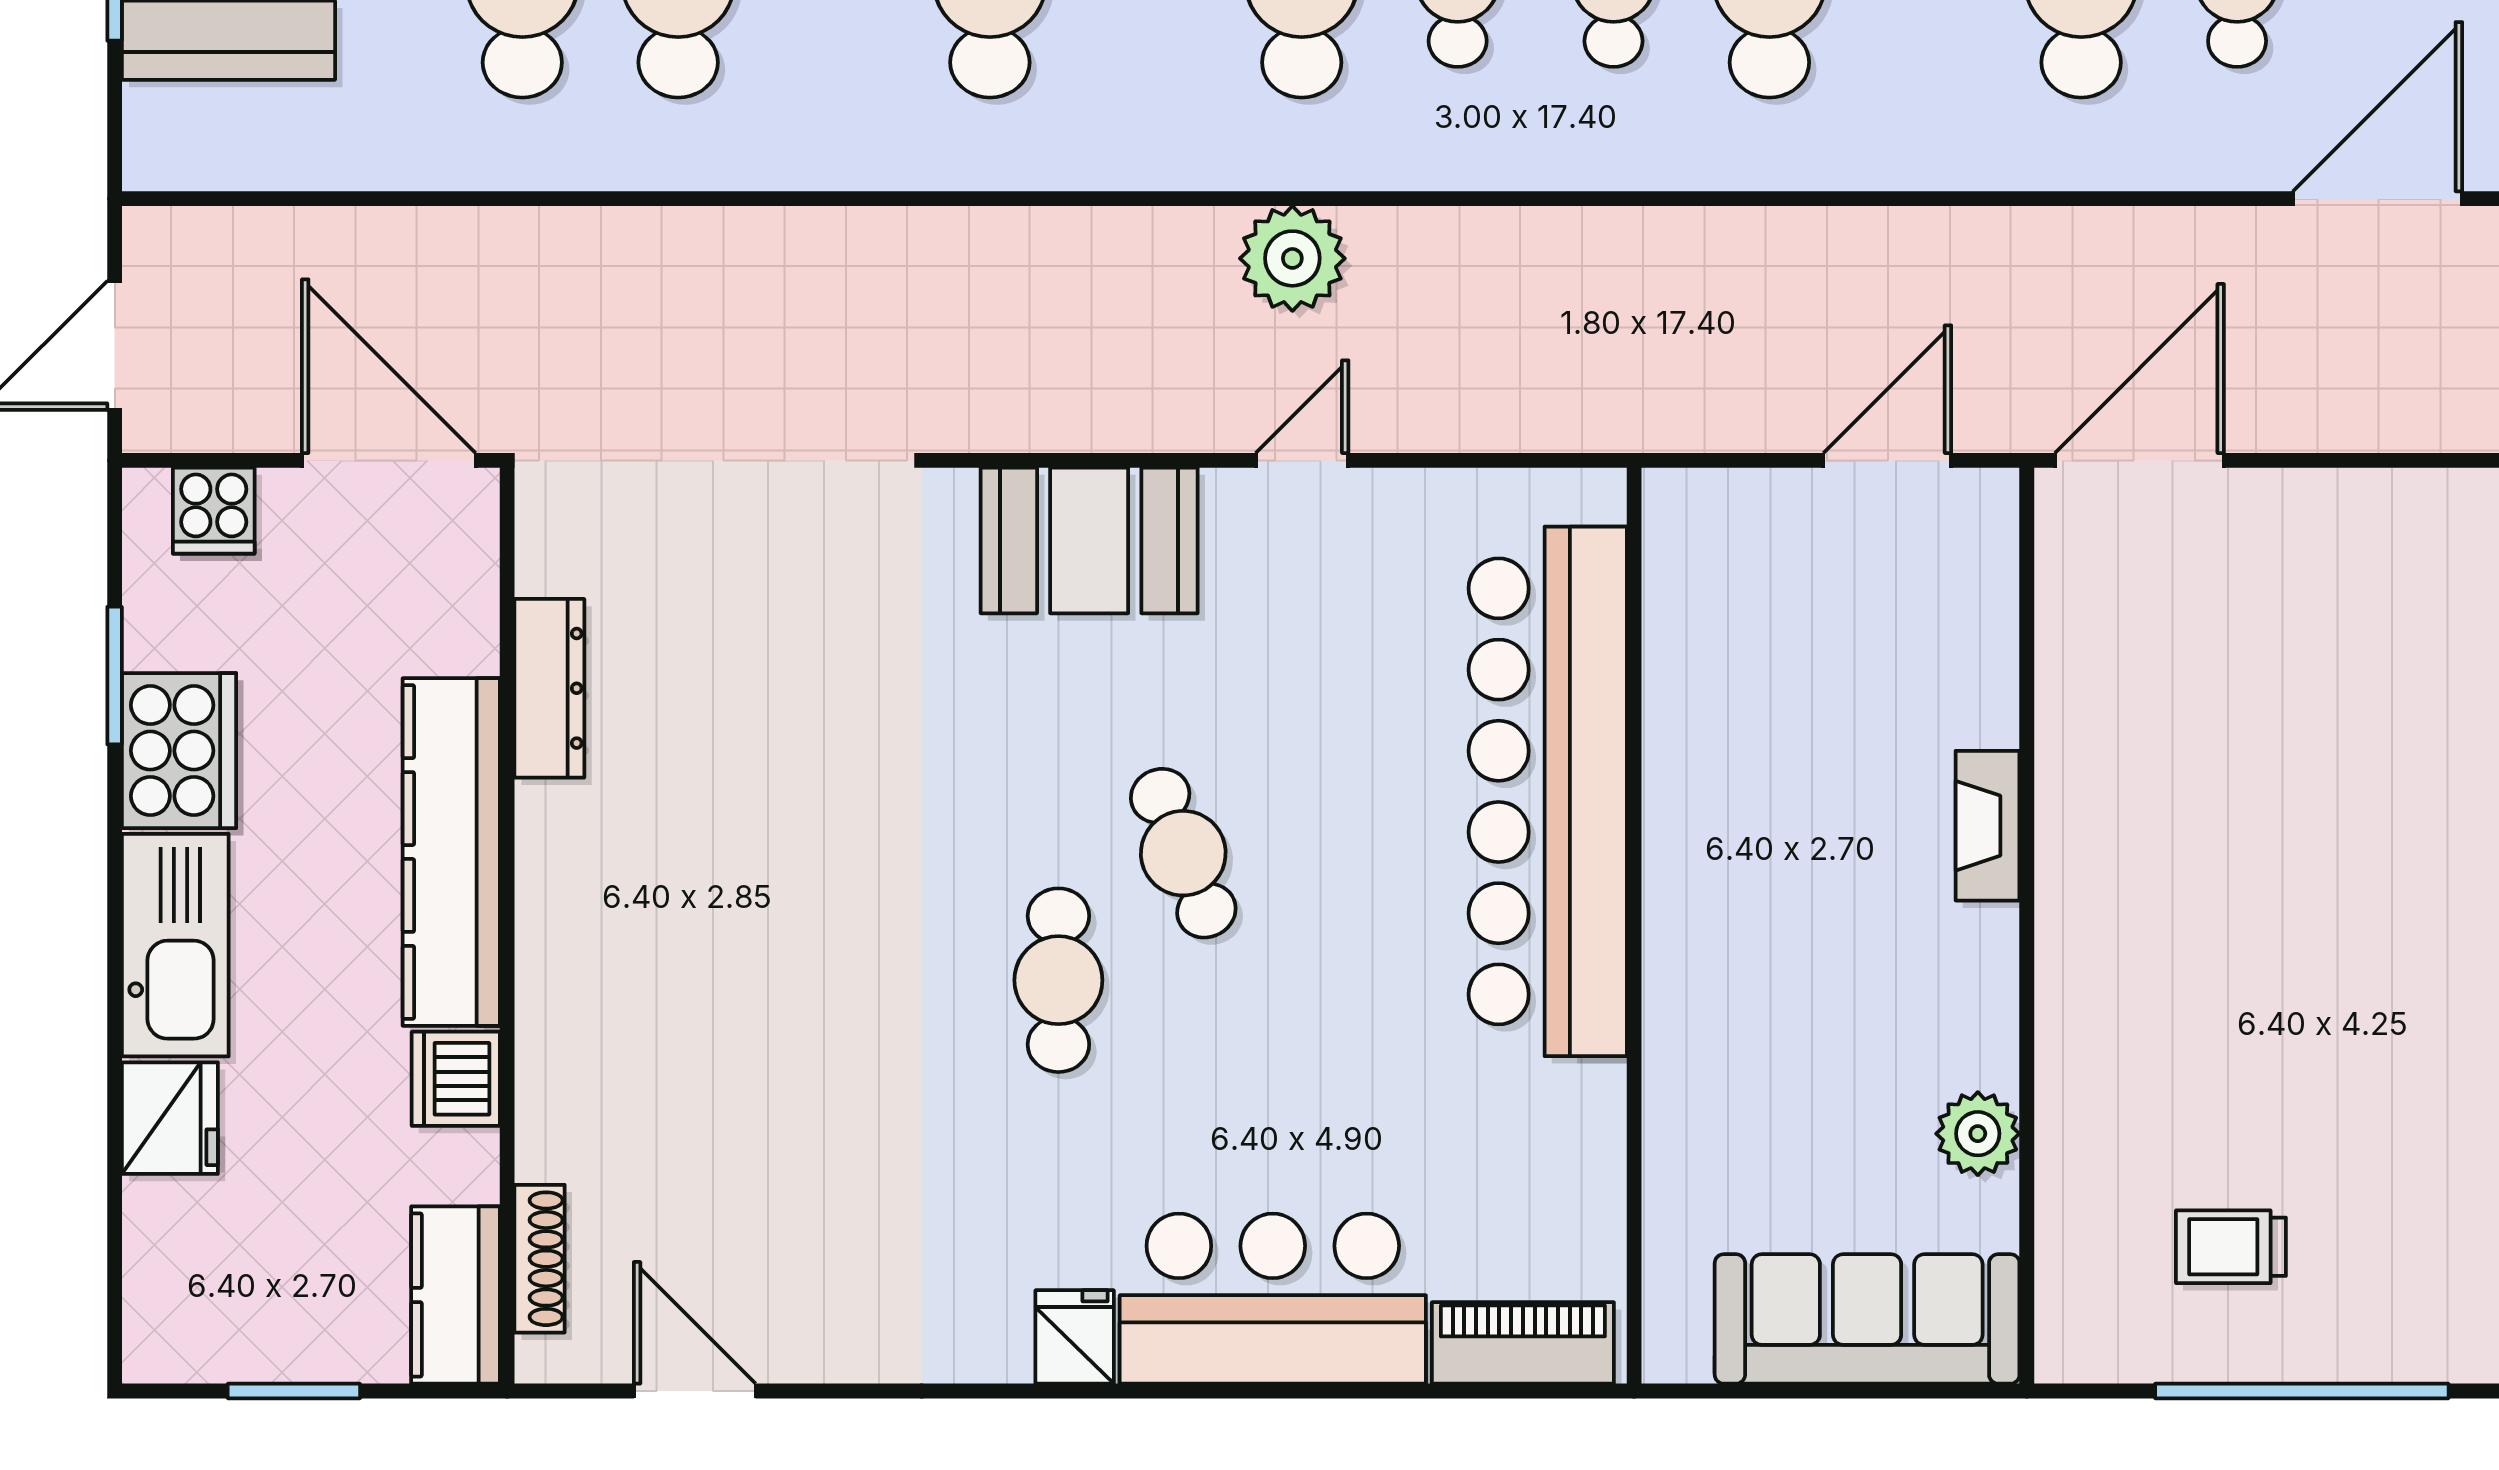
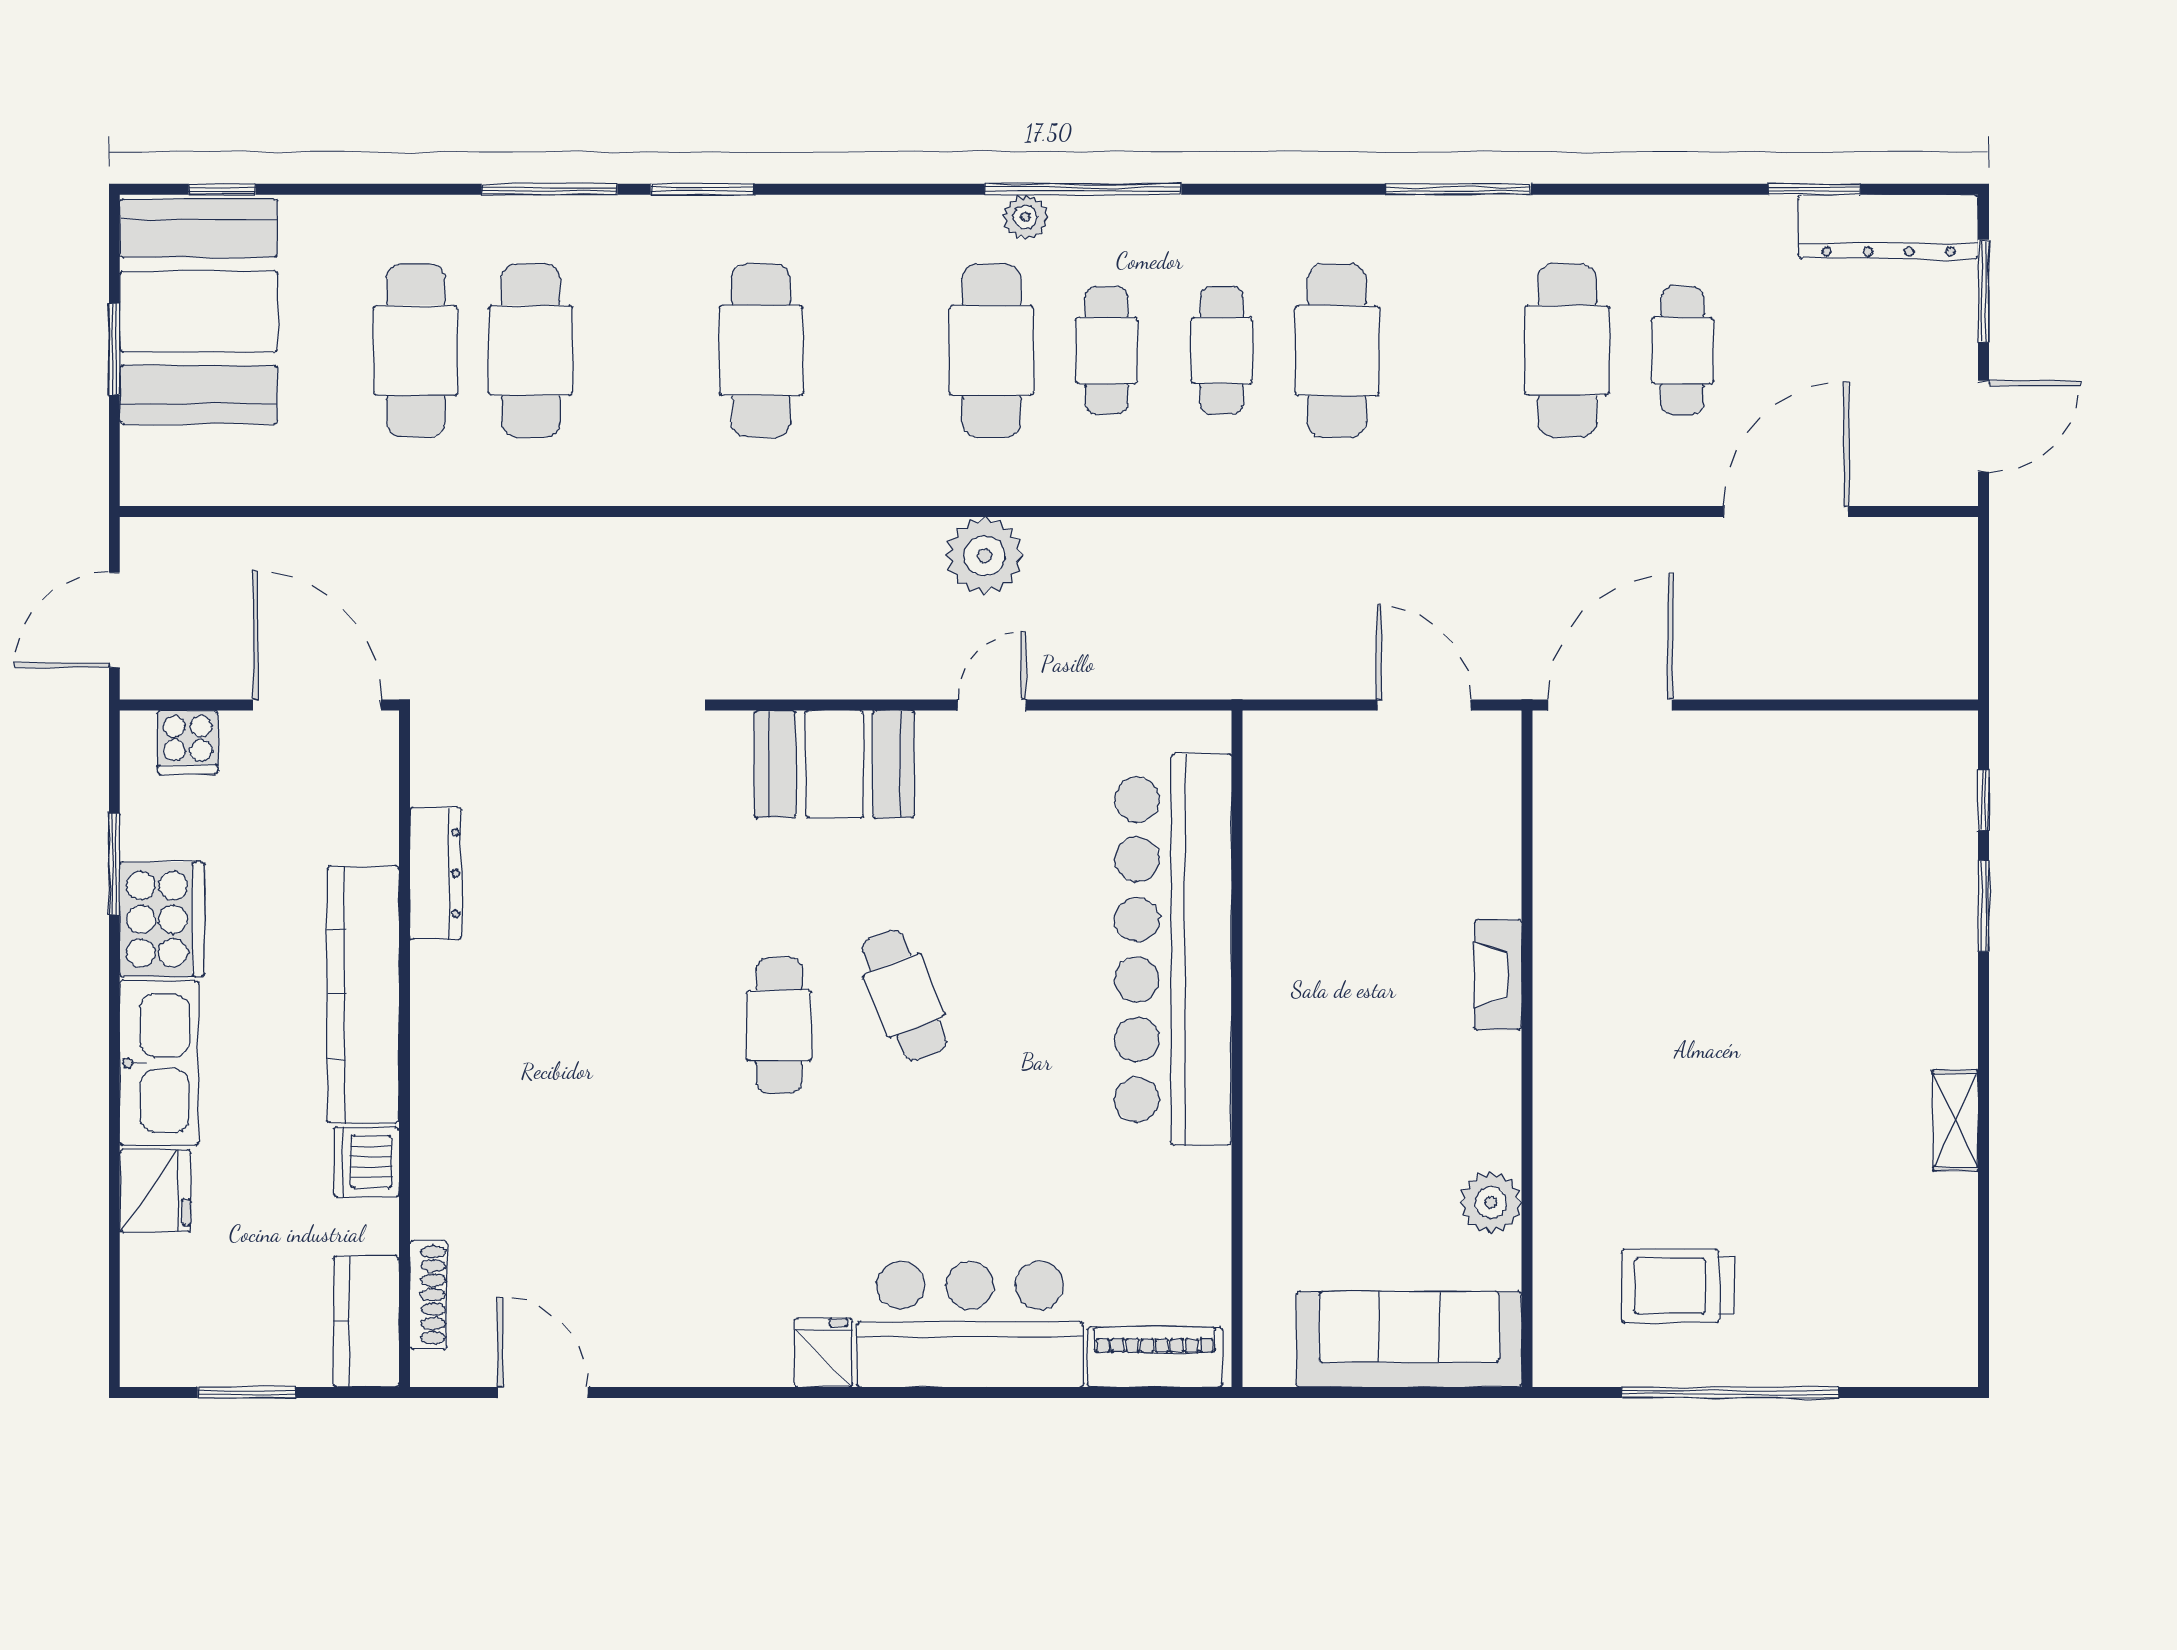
door: (1887, 460) -> (1424, 705), hinge flipped
cafe table: (1058, 980) -> (779, 1026), moved
trolley: (2231, 1247) -> (1678, 1286), width x1.36, depth x1.39

